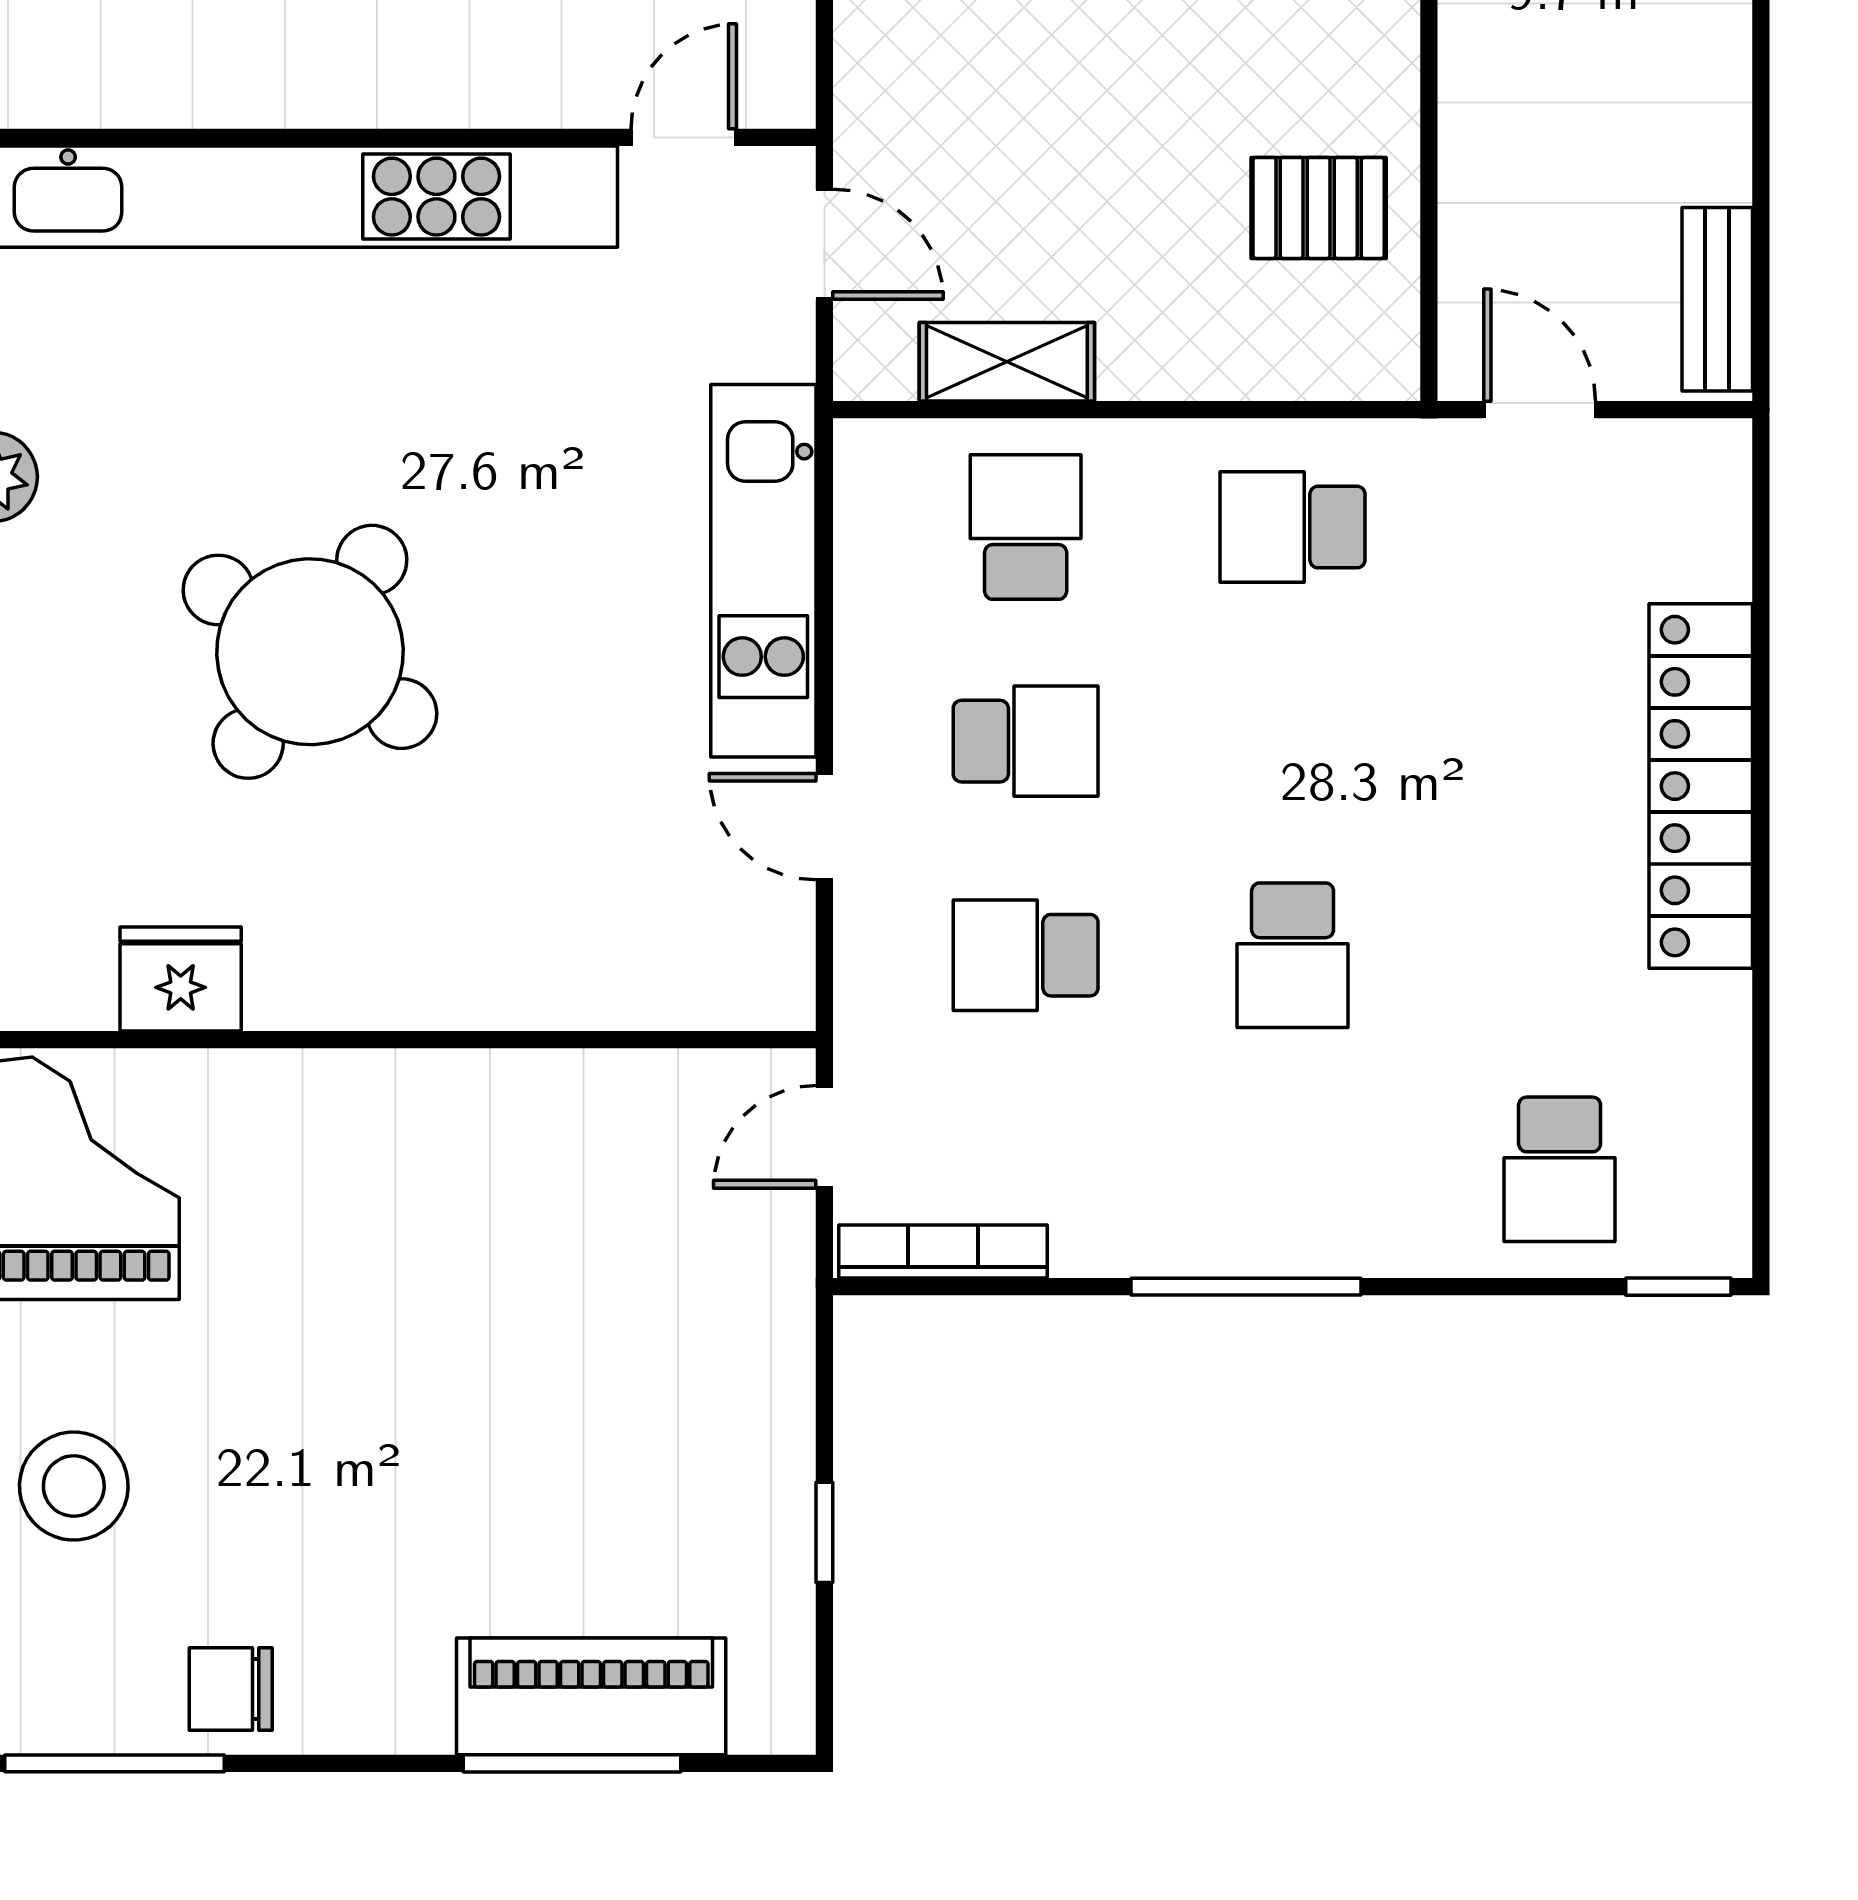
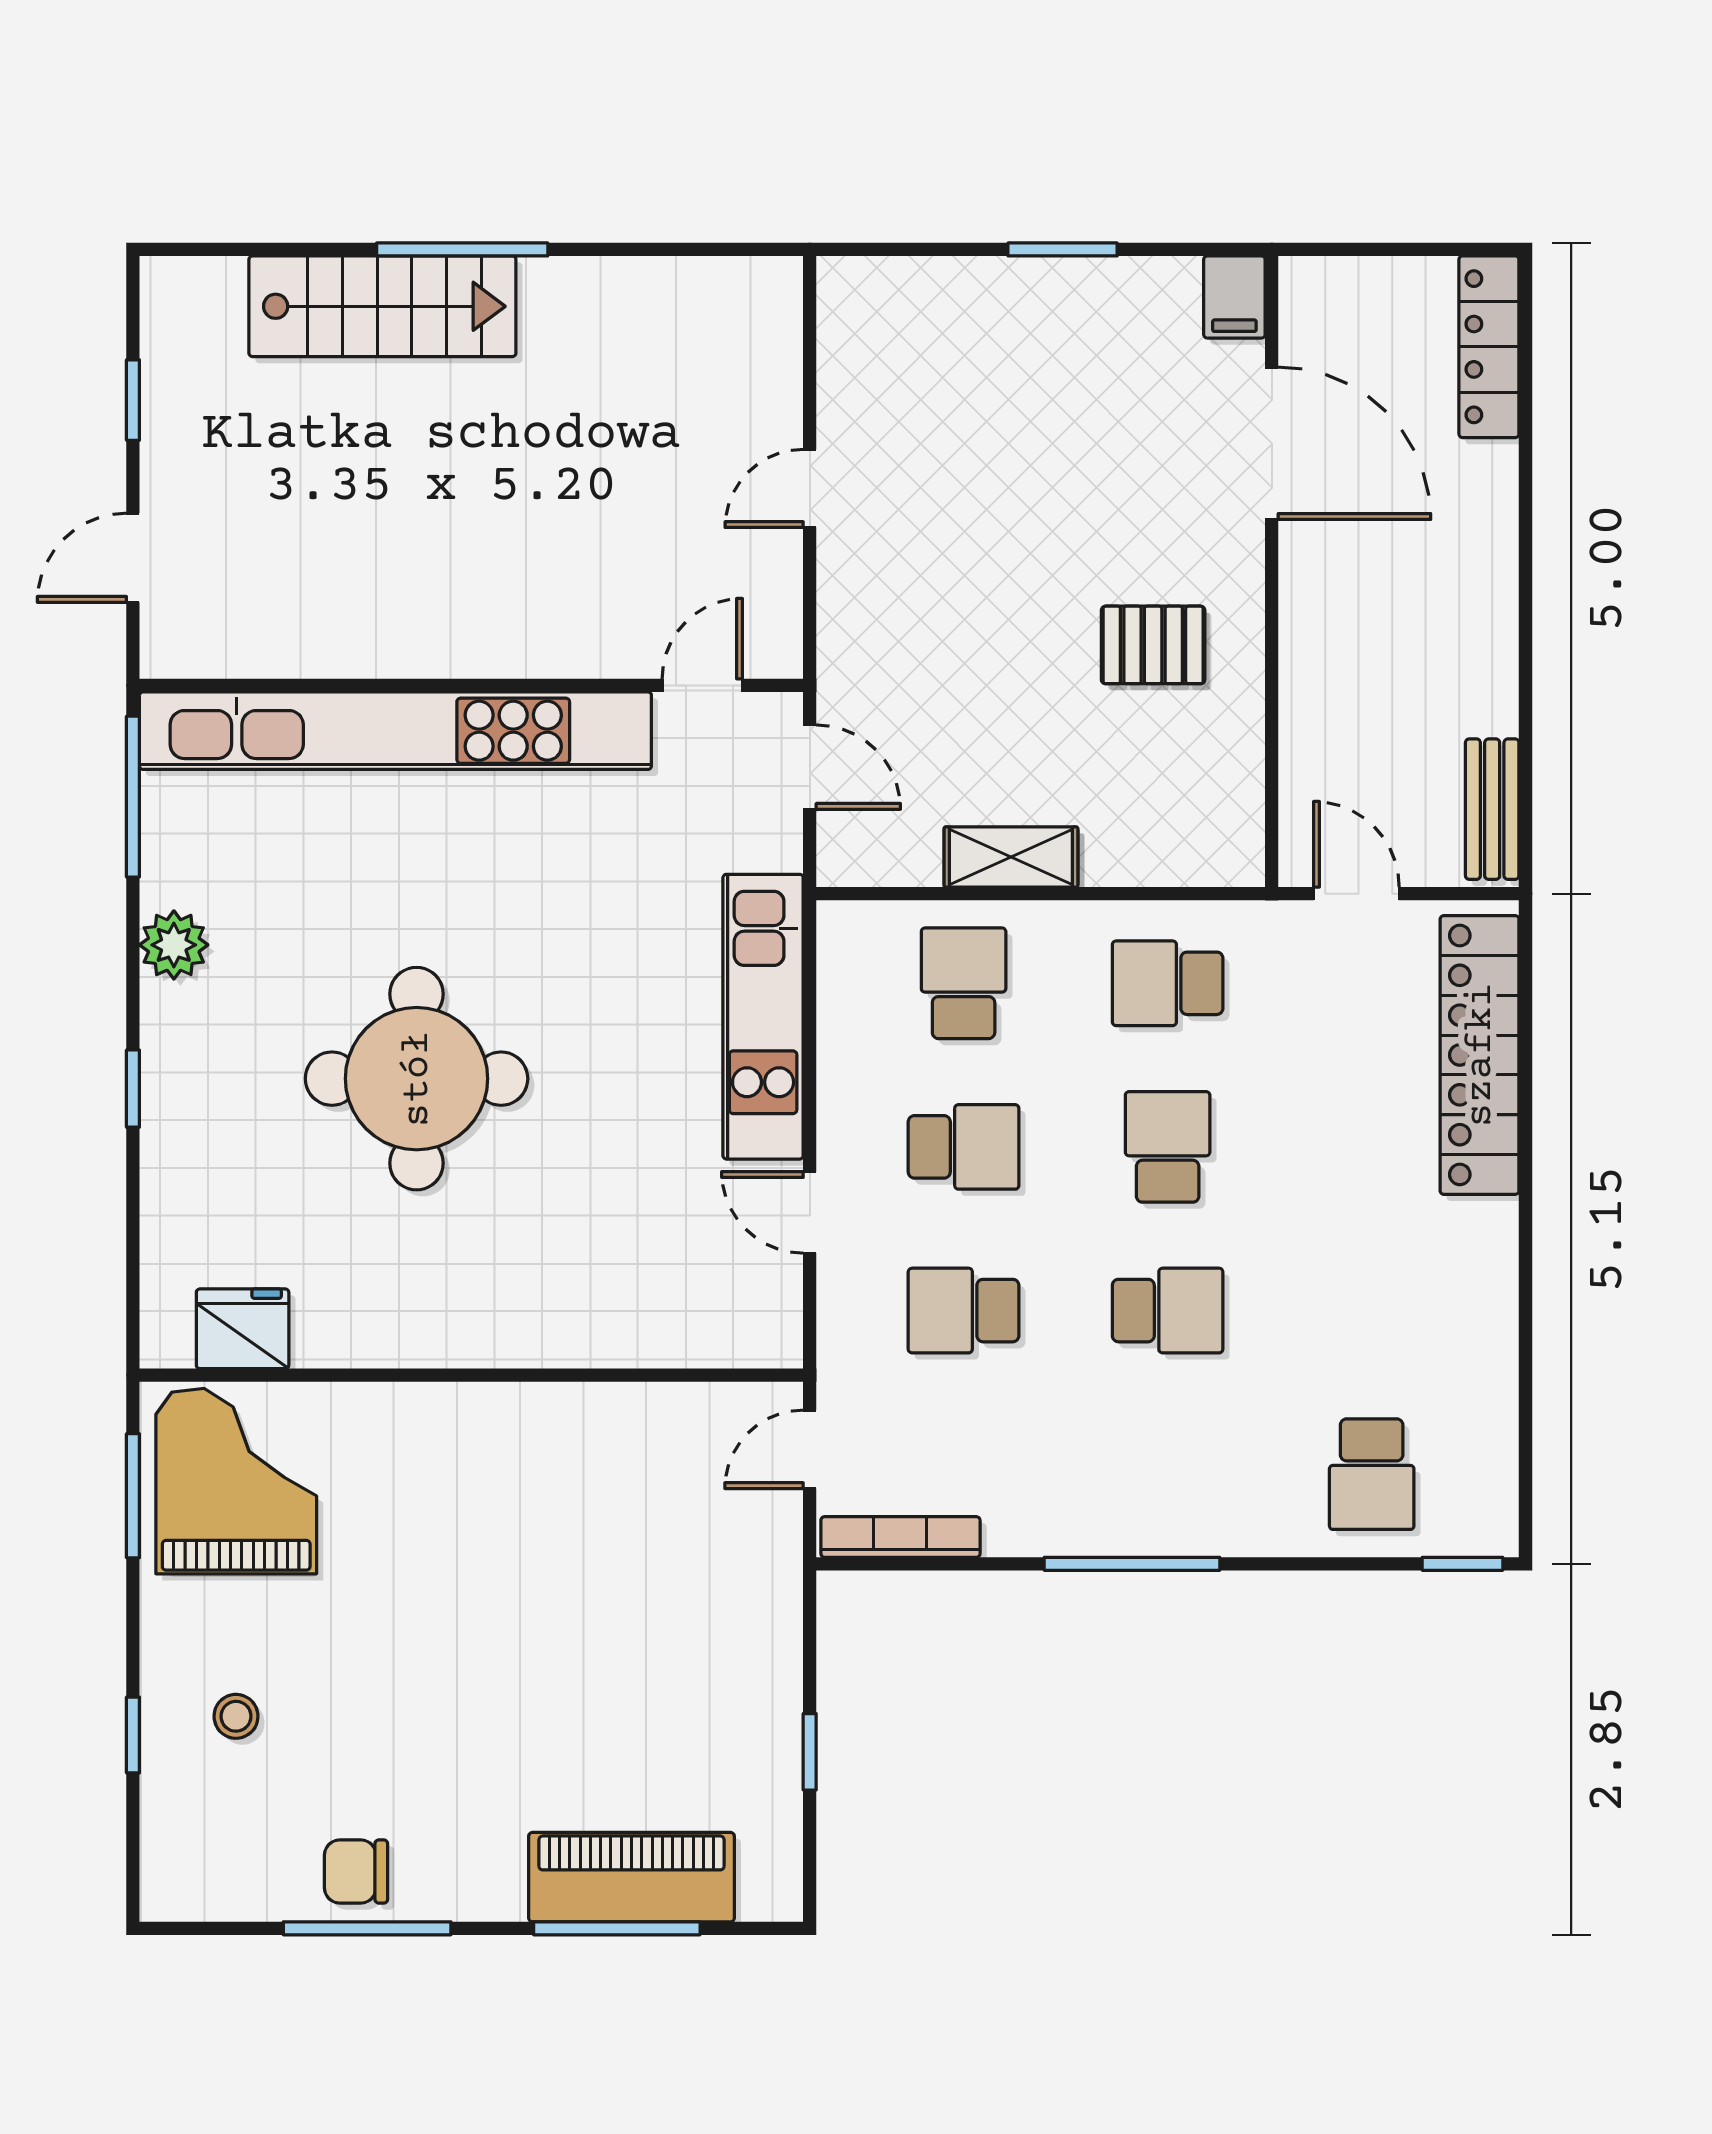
pallet: (1319, 208) -> (1153, 645), moved
shelving: (1007, 362) -> (1011, 857), moved
round table: (310, 652) -> (417, 1079), turned -34
school desk: (1293, 741) -> (1168, 1147), added
locker: (1701, 786) -> (1480, 1055), moved
school desk: (1293, 955) -> (1168, 1311), turned -90
fridge: (181, 979) -> (243, 1329), moved
stool: (74, 1486) -> (236, 1716), width x0.53, depth x0.53
window: (114, 1763) -> (367, 1928), moved

